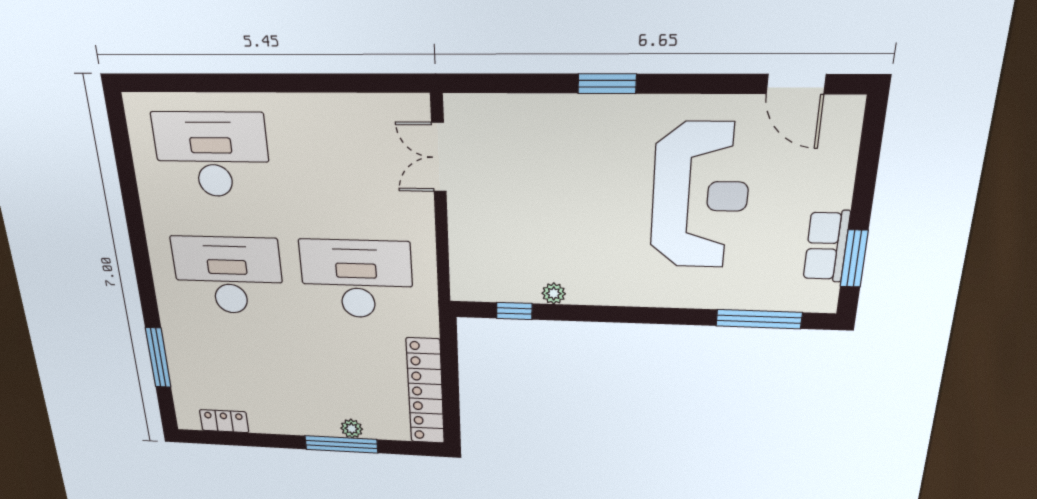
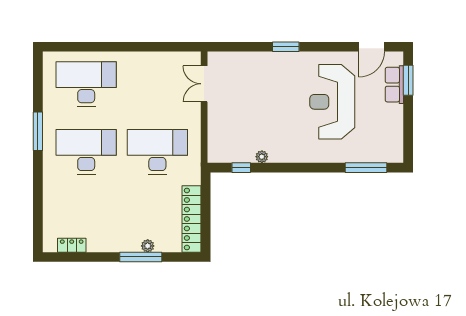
door: (796, 84) -> (372, 47), hinge flipped
reception desk: (700, 196) -> (332, 102), turned 180
row of seats: (826, 246) -> (394, 85), moved
window: (854, 259) -> (408, 80), moved
window: (158, 358) -> (38, 131), moved

